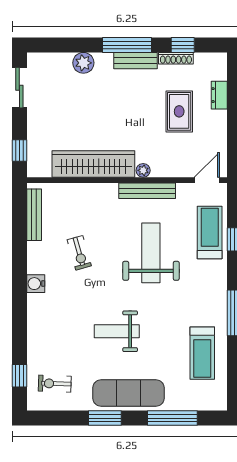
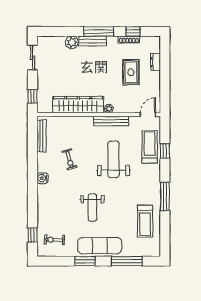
bench: (136, 61) -> (93, 41), moved
weight bench: (117, 331) -> (92, 208), turned -90

